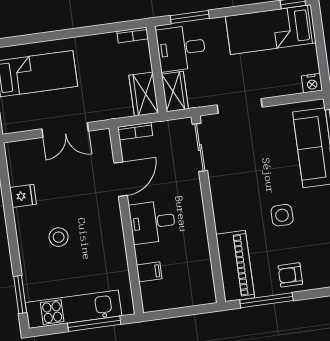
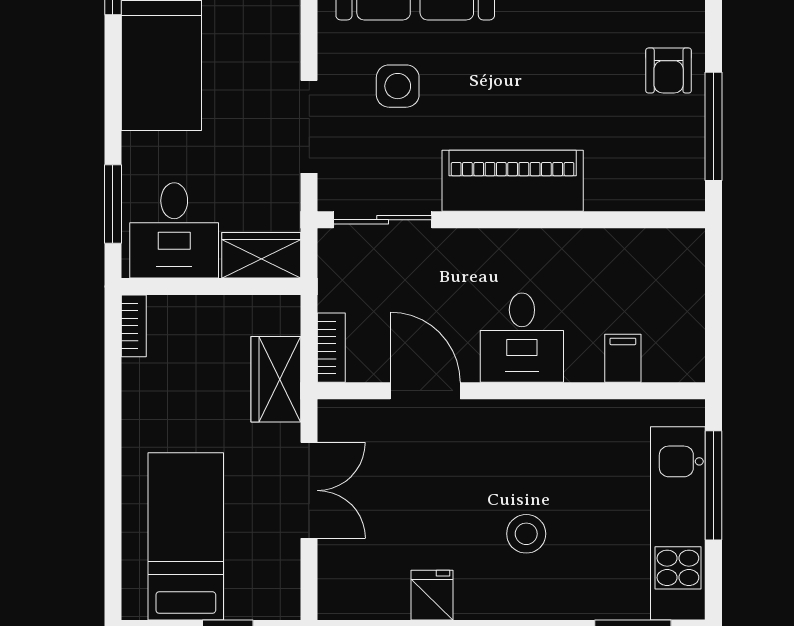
wardrobe: (144, 94) -> (276, 379), moved, turned 90
side table: (282, 215) -> (398, 86), moved
piano: (235, 266) -> (513, 181), moved

